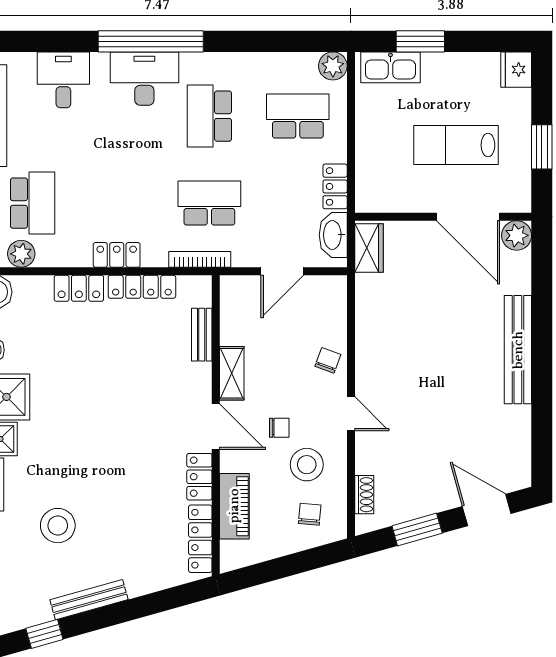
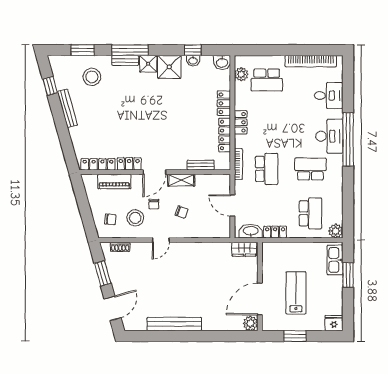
bench: (518, 350) -> (174, 324), moved
chair: (328, 360) -> (181, 212), moved
stool: (58, 526) -> (92, 77), moved

